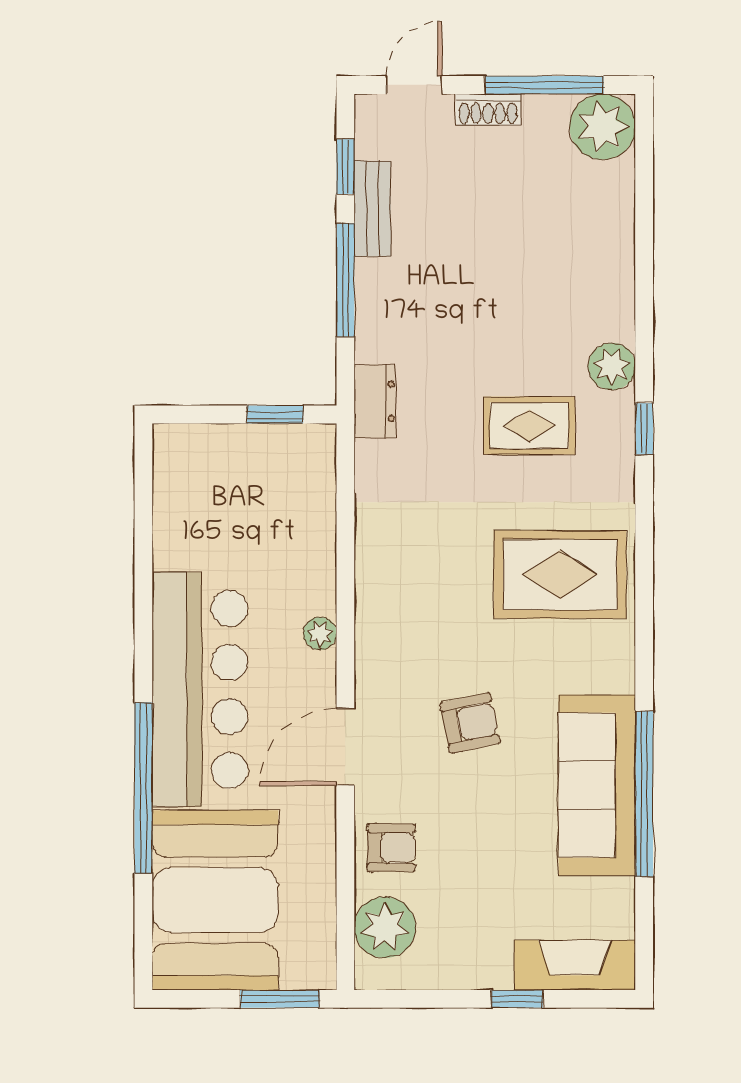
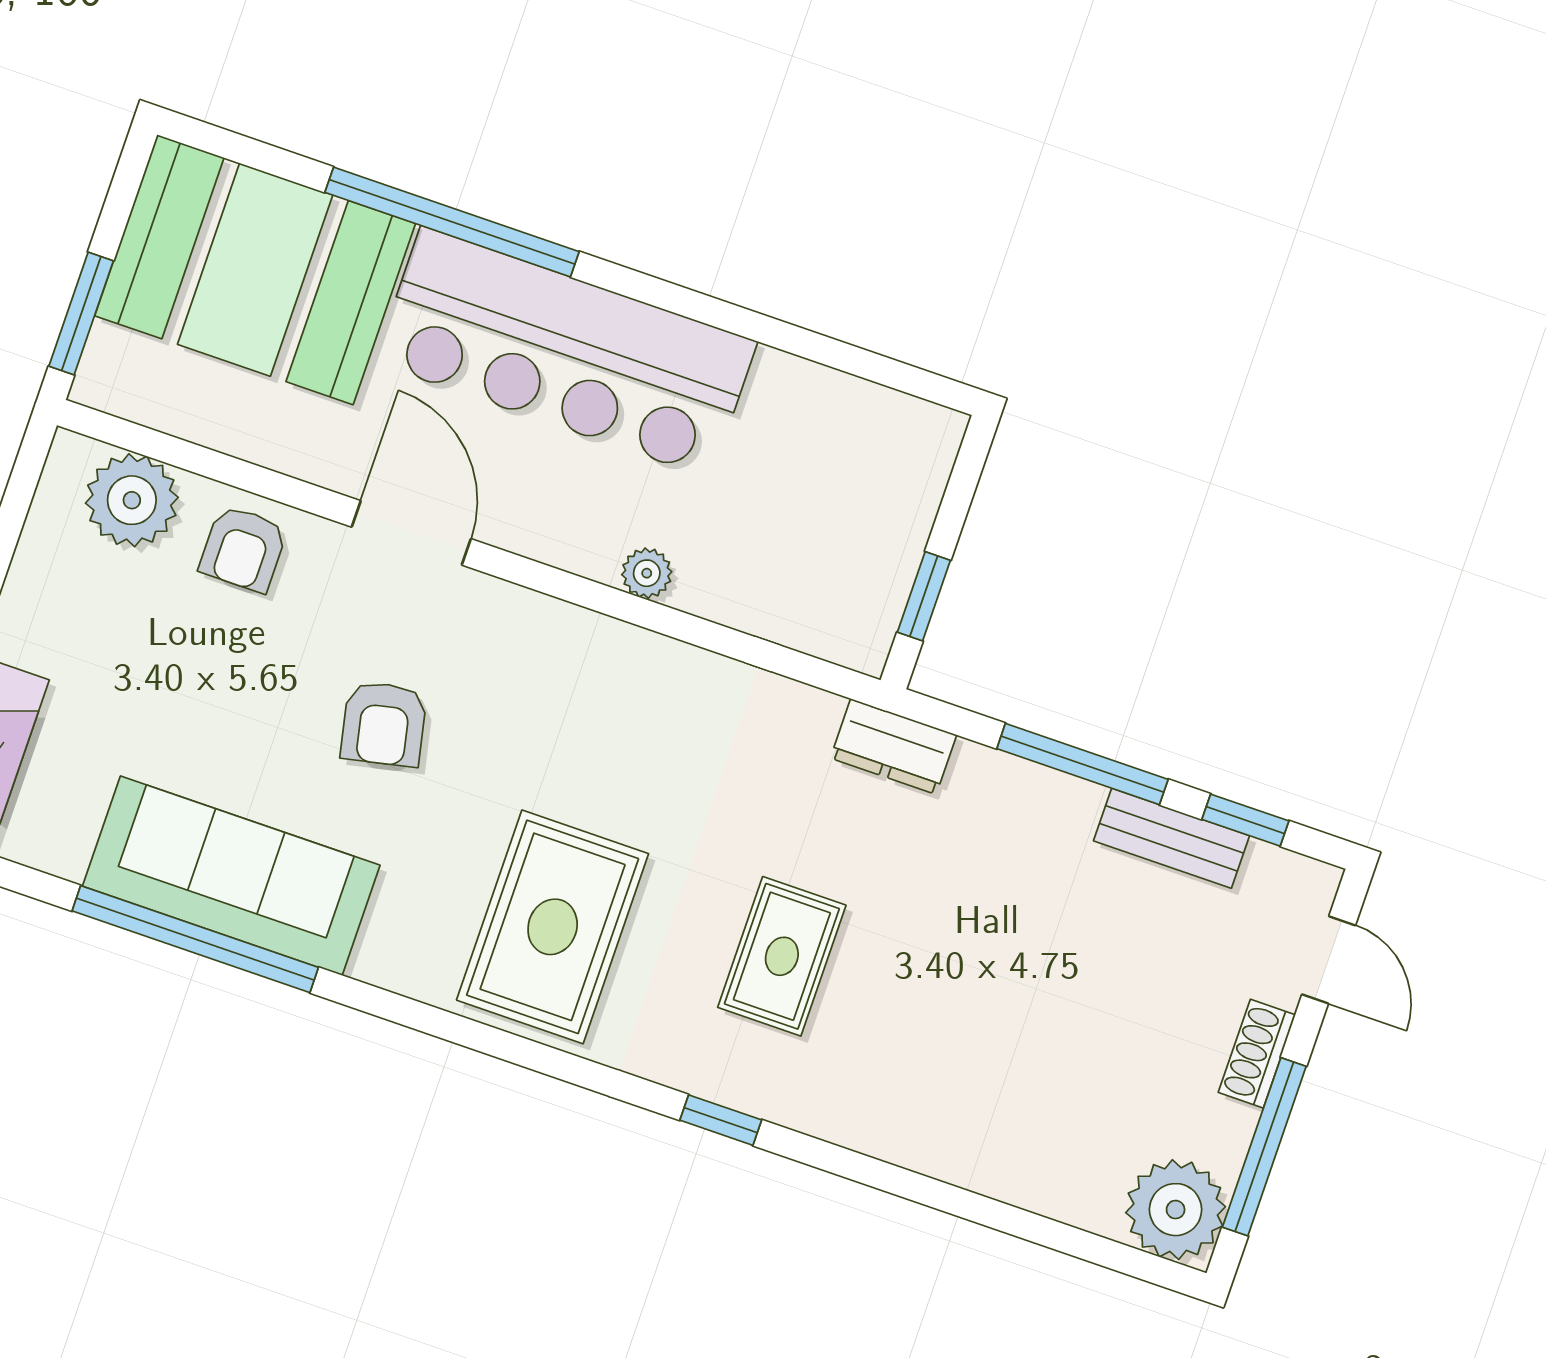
plant: (612, 366) -> (826, 1104), removed
plant: (320, 633) -> (647, 573), moved

